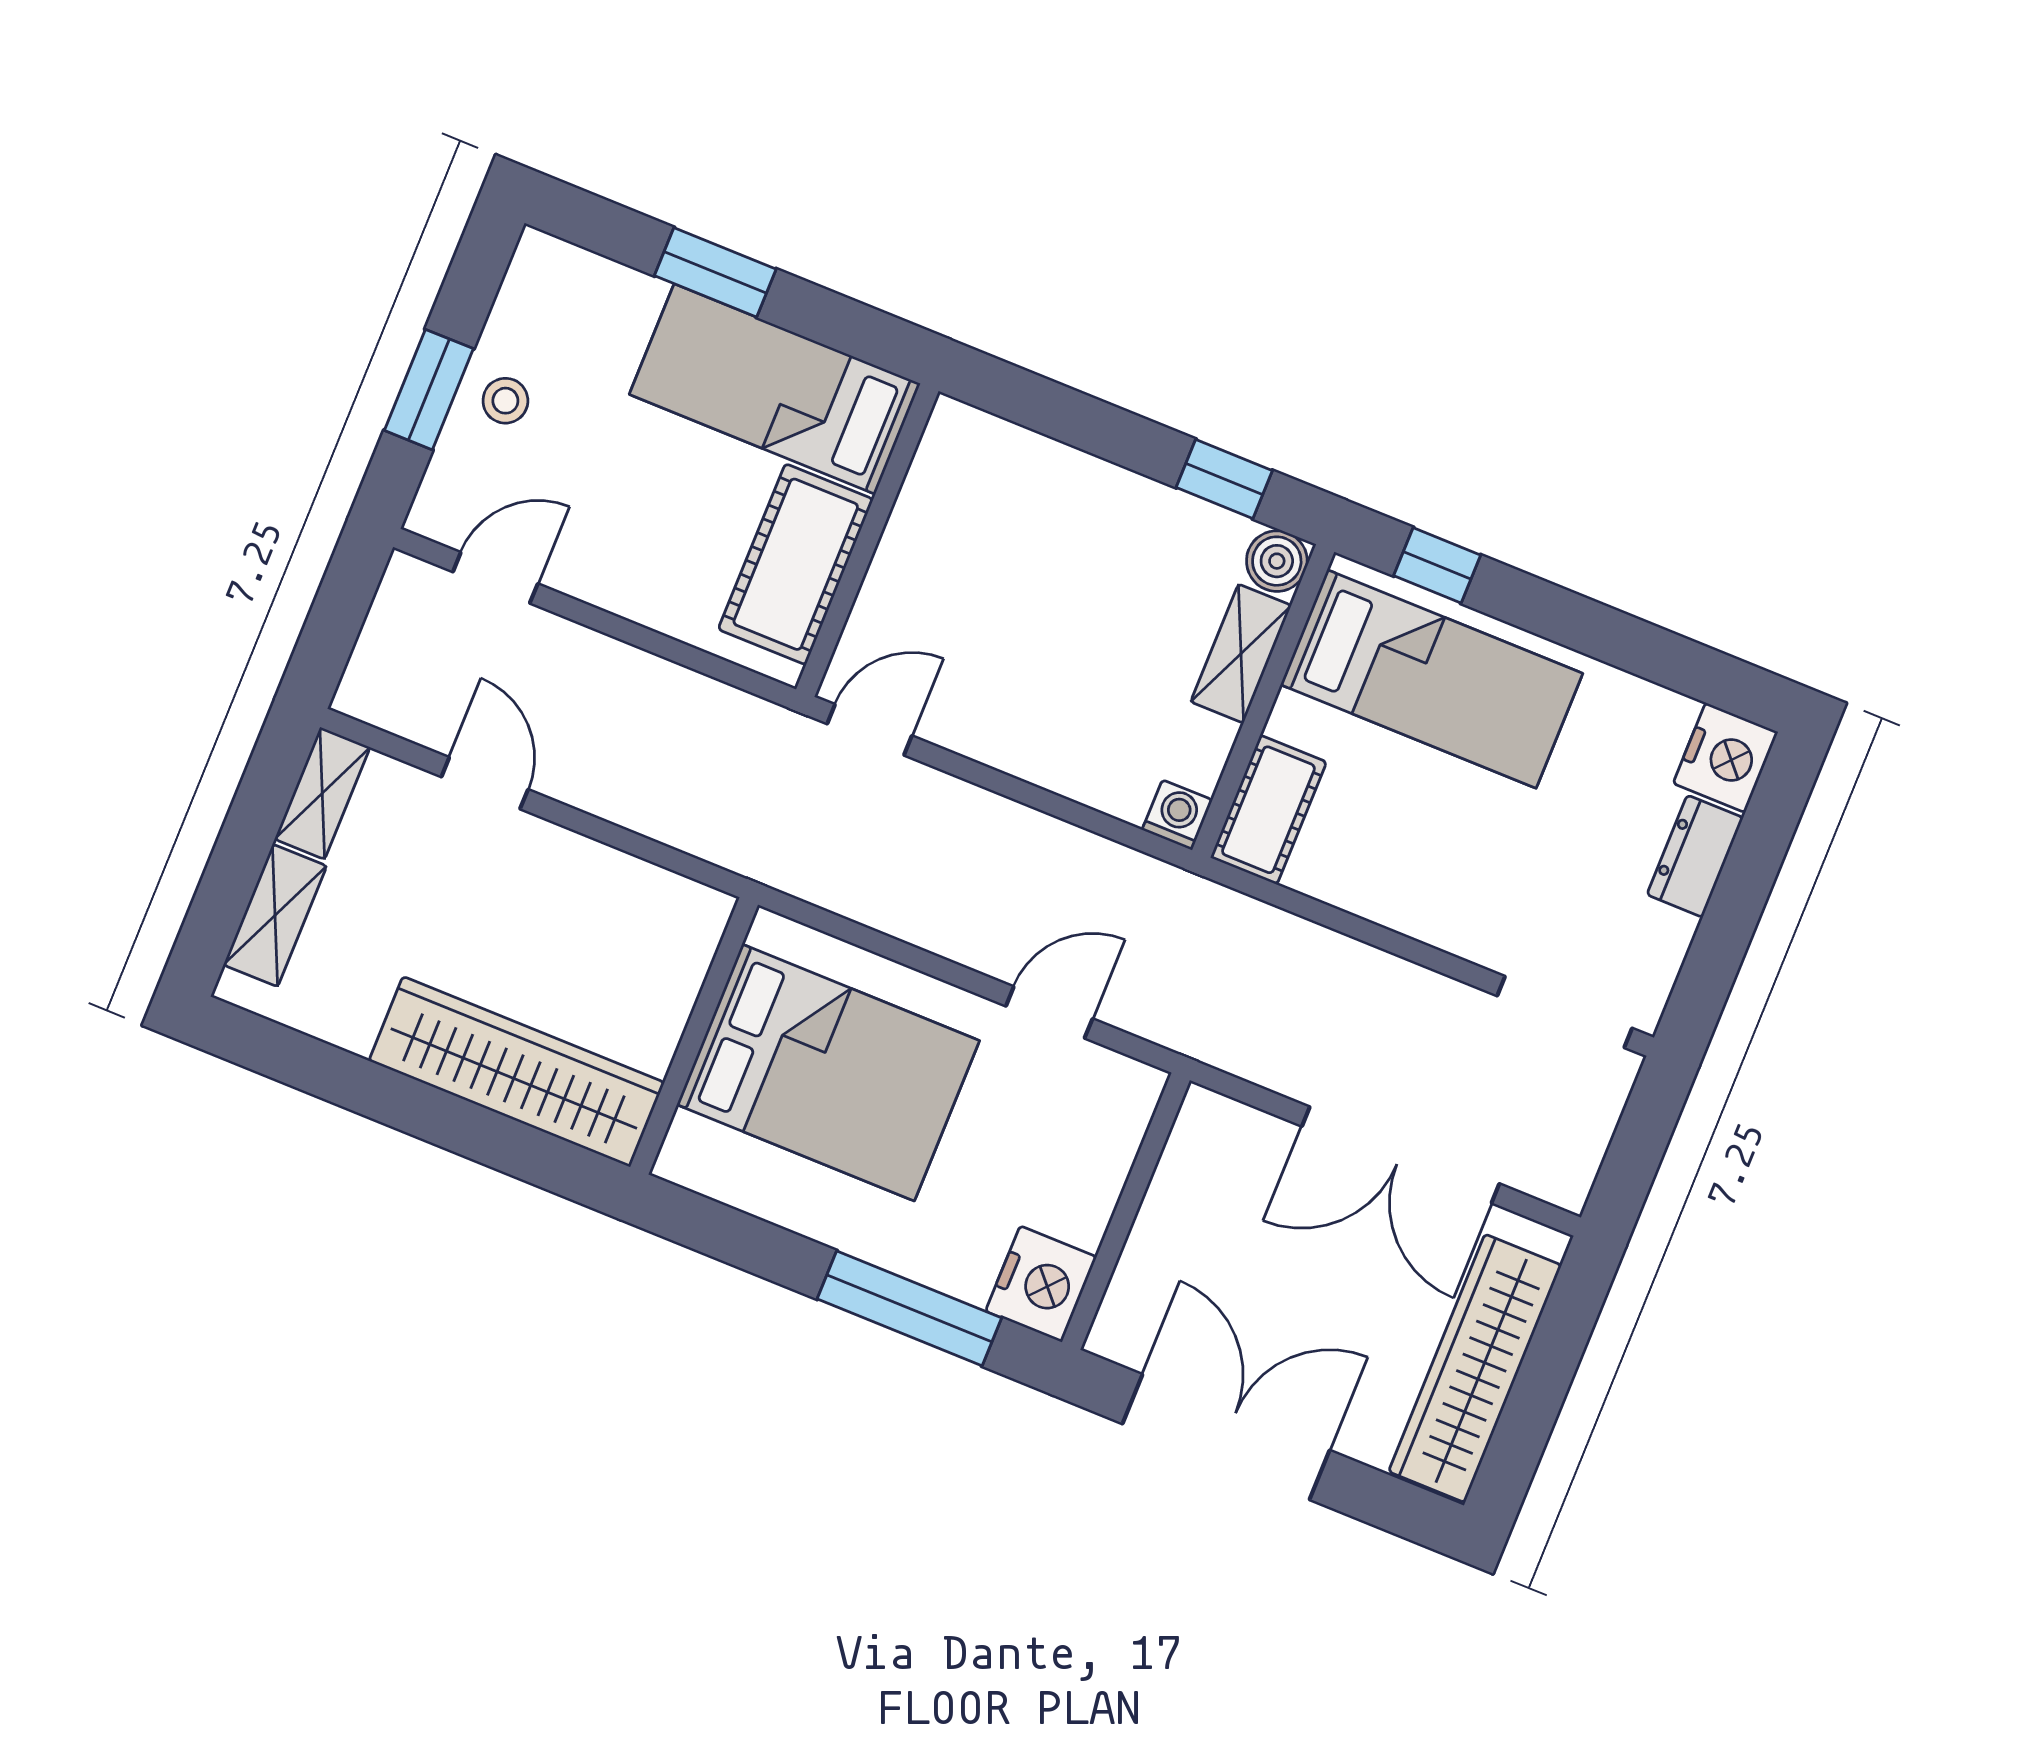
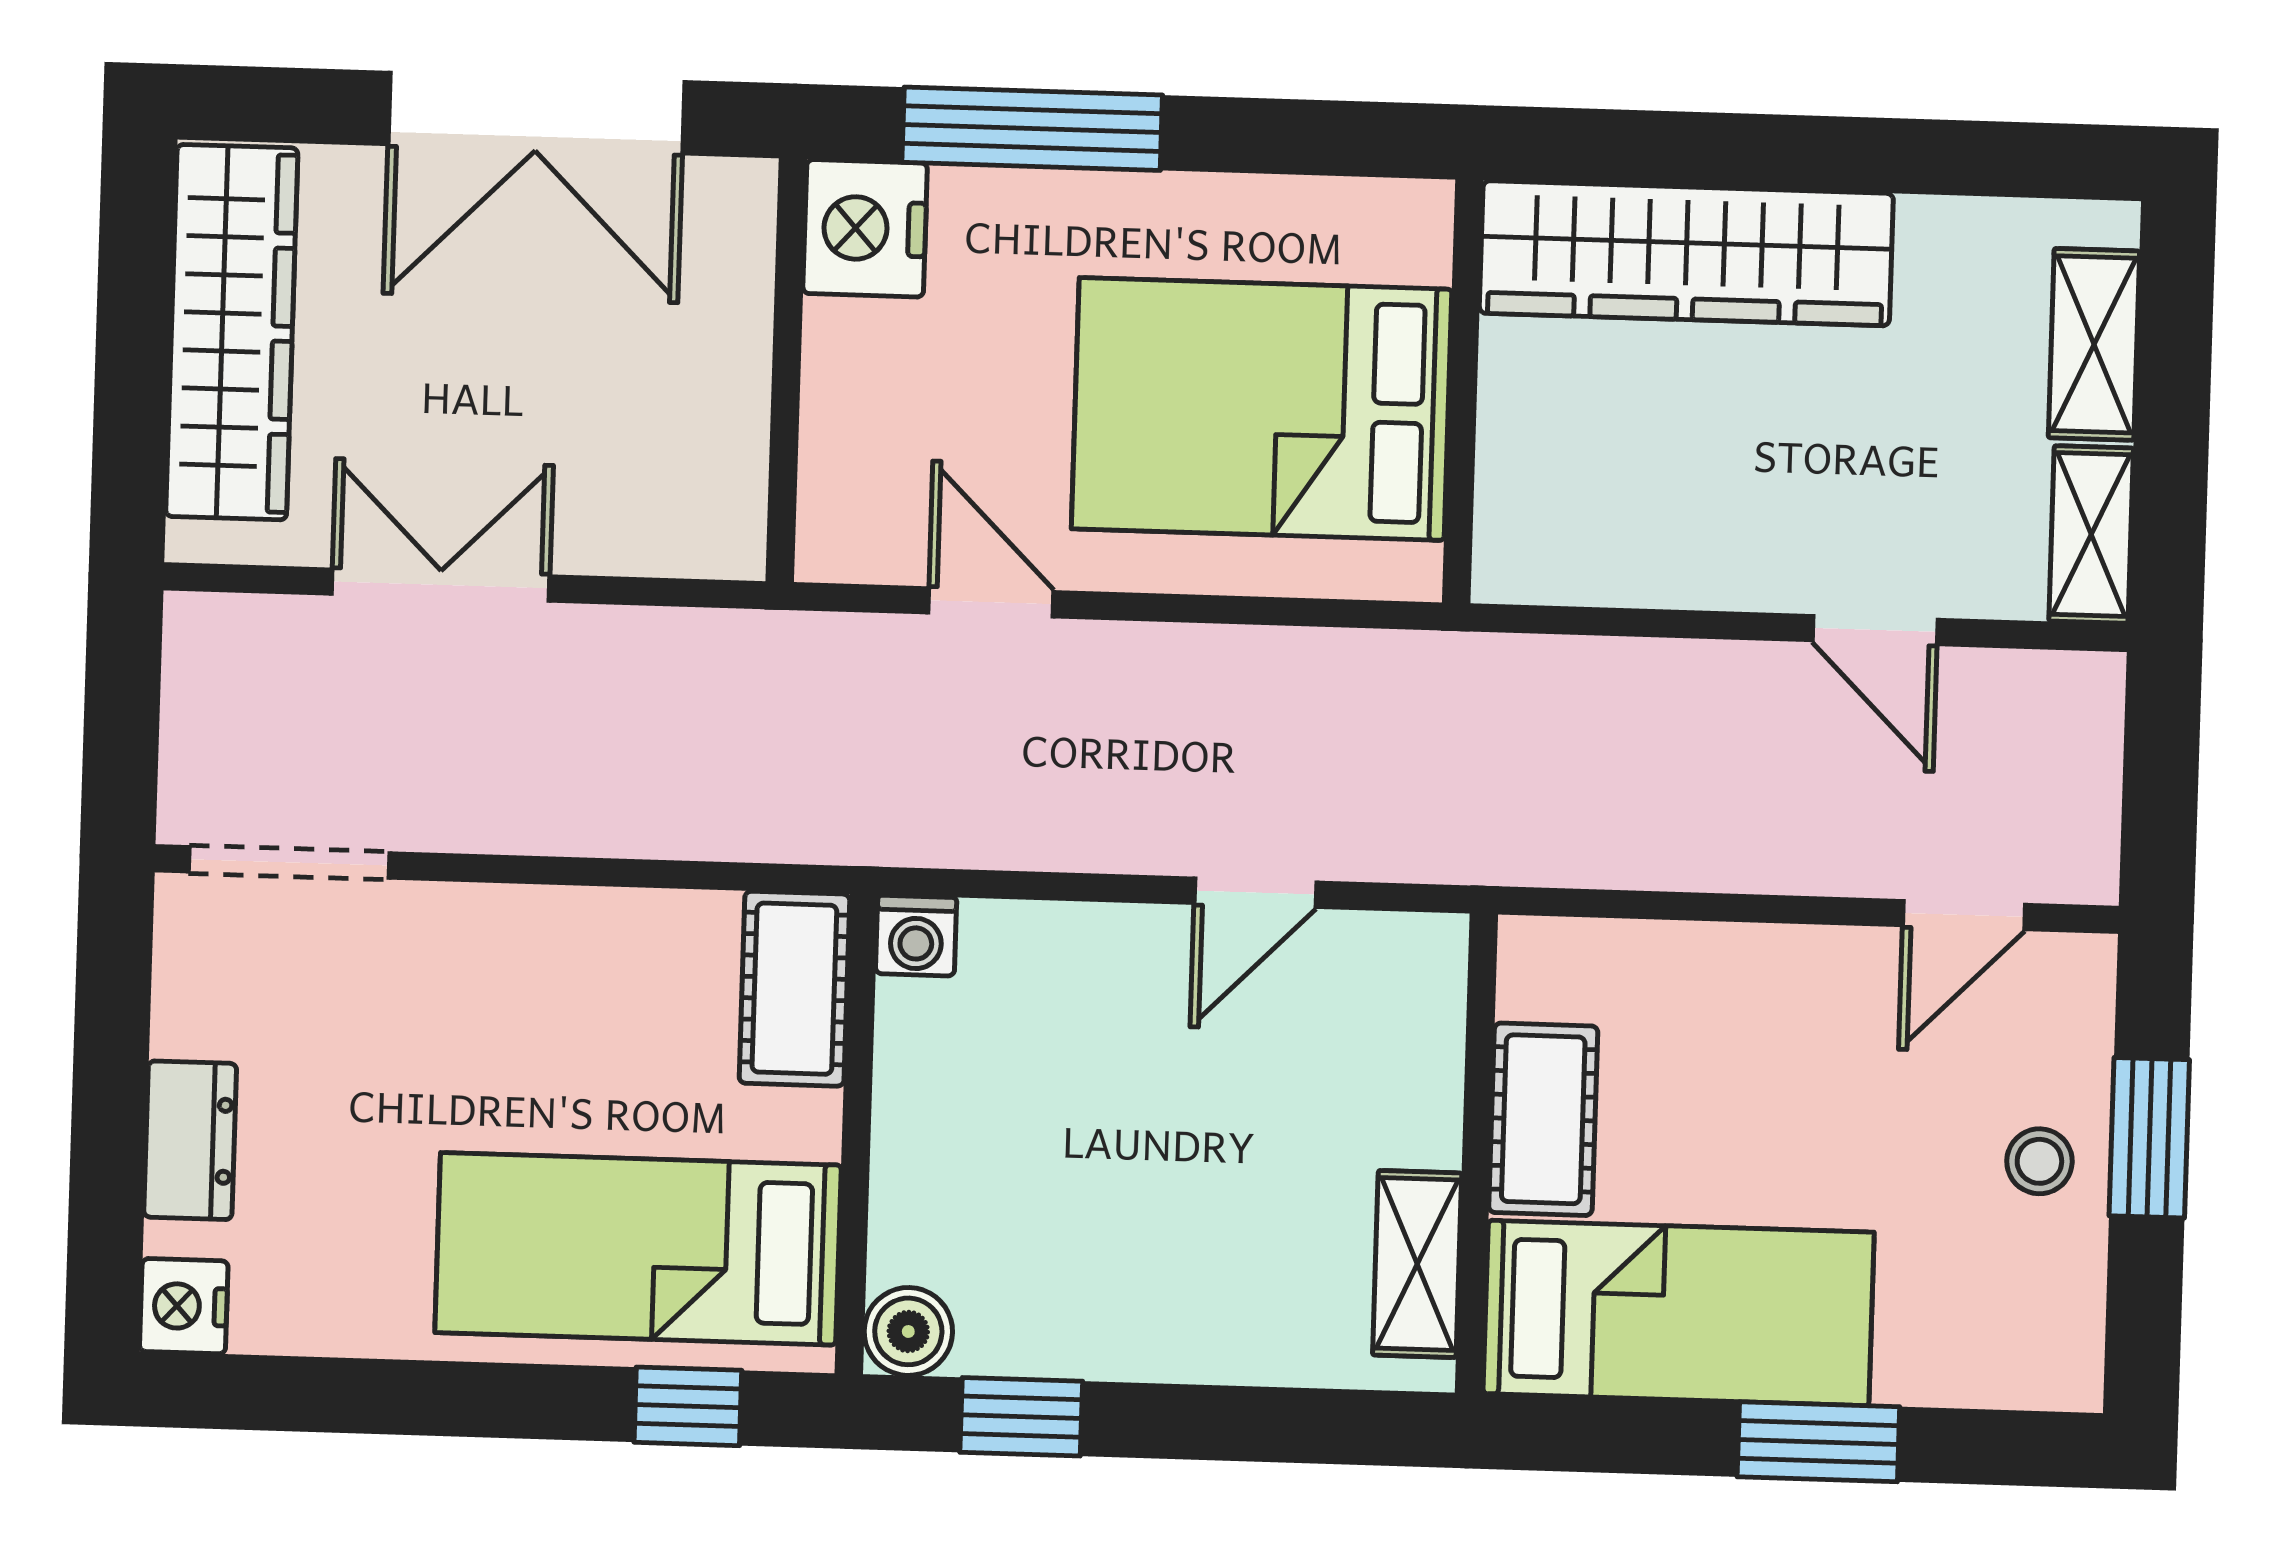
cot: (796, 564) -> (1543, 1119), width x0.73, depth x0.75
shelving: (1241, 654) -> (1417, 1264), moved
door: (869, 730) -> (1255, 893), moved
nightstand: (1726, 758) -> (184, 1306), width x0.74, depth x0.75
door: (1049, 1012) -> (991, 602), swing flipped
double door: (1401, 1155) -> (441, 585), width x0.73

